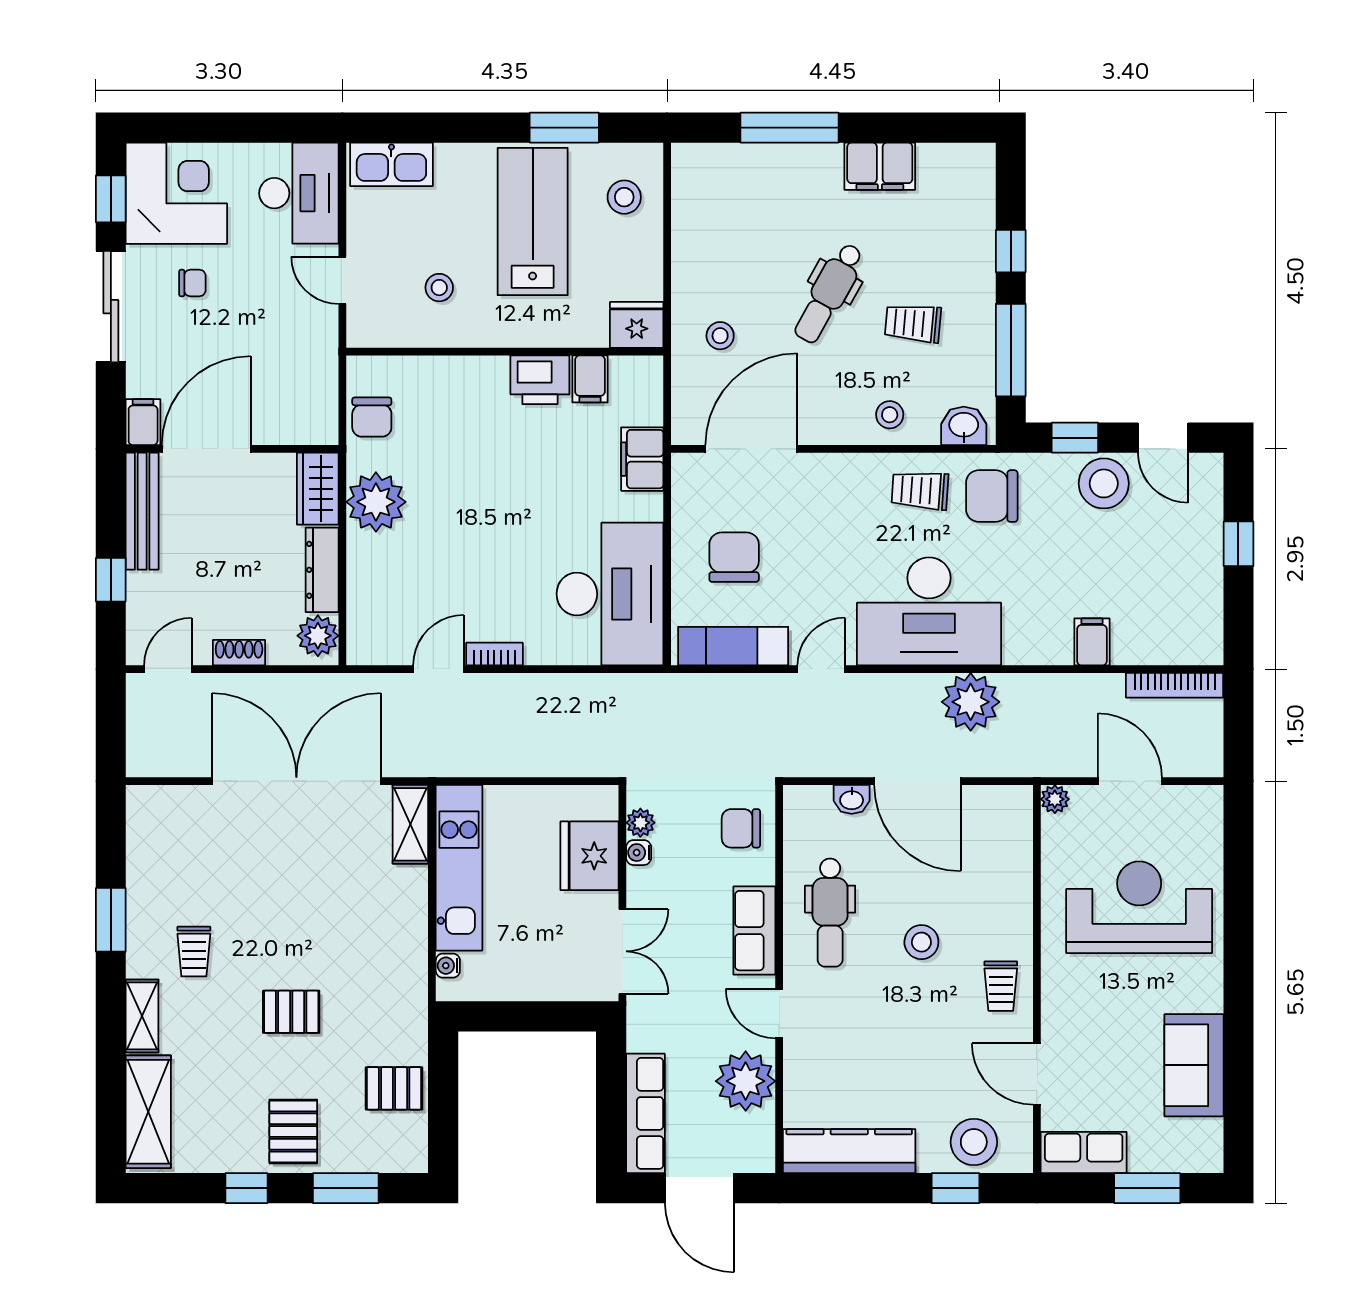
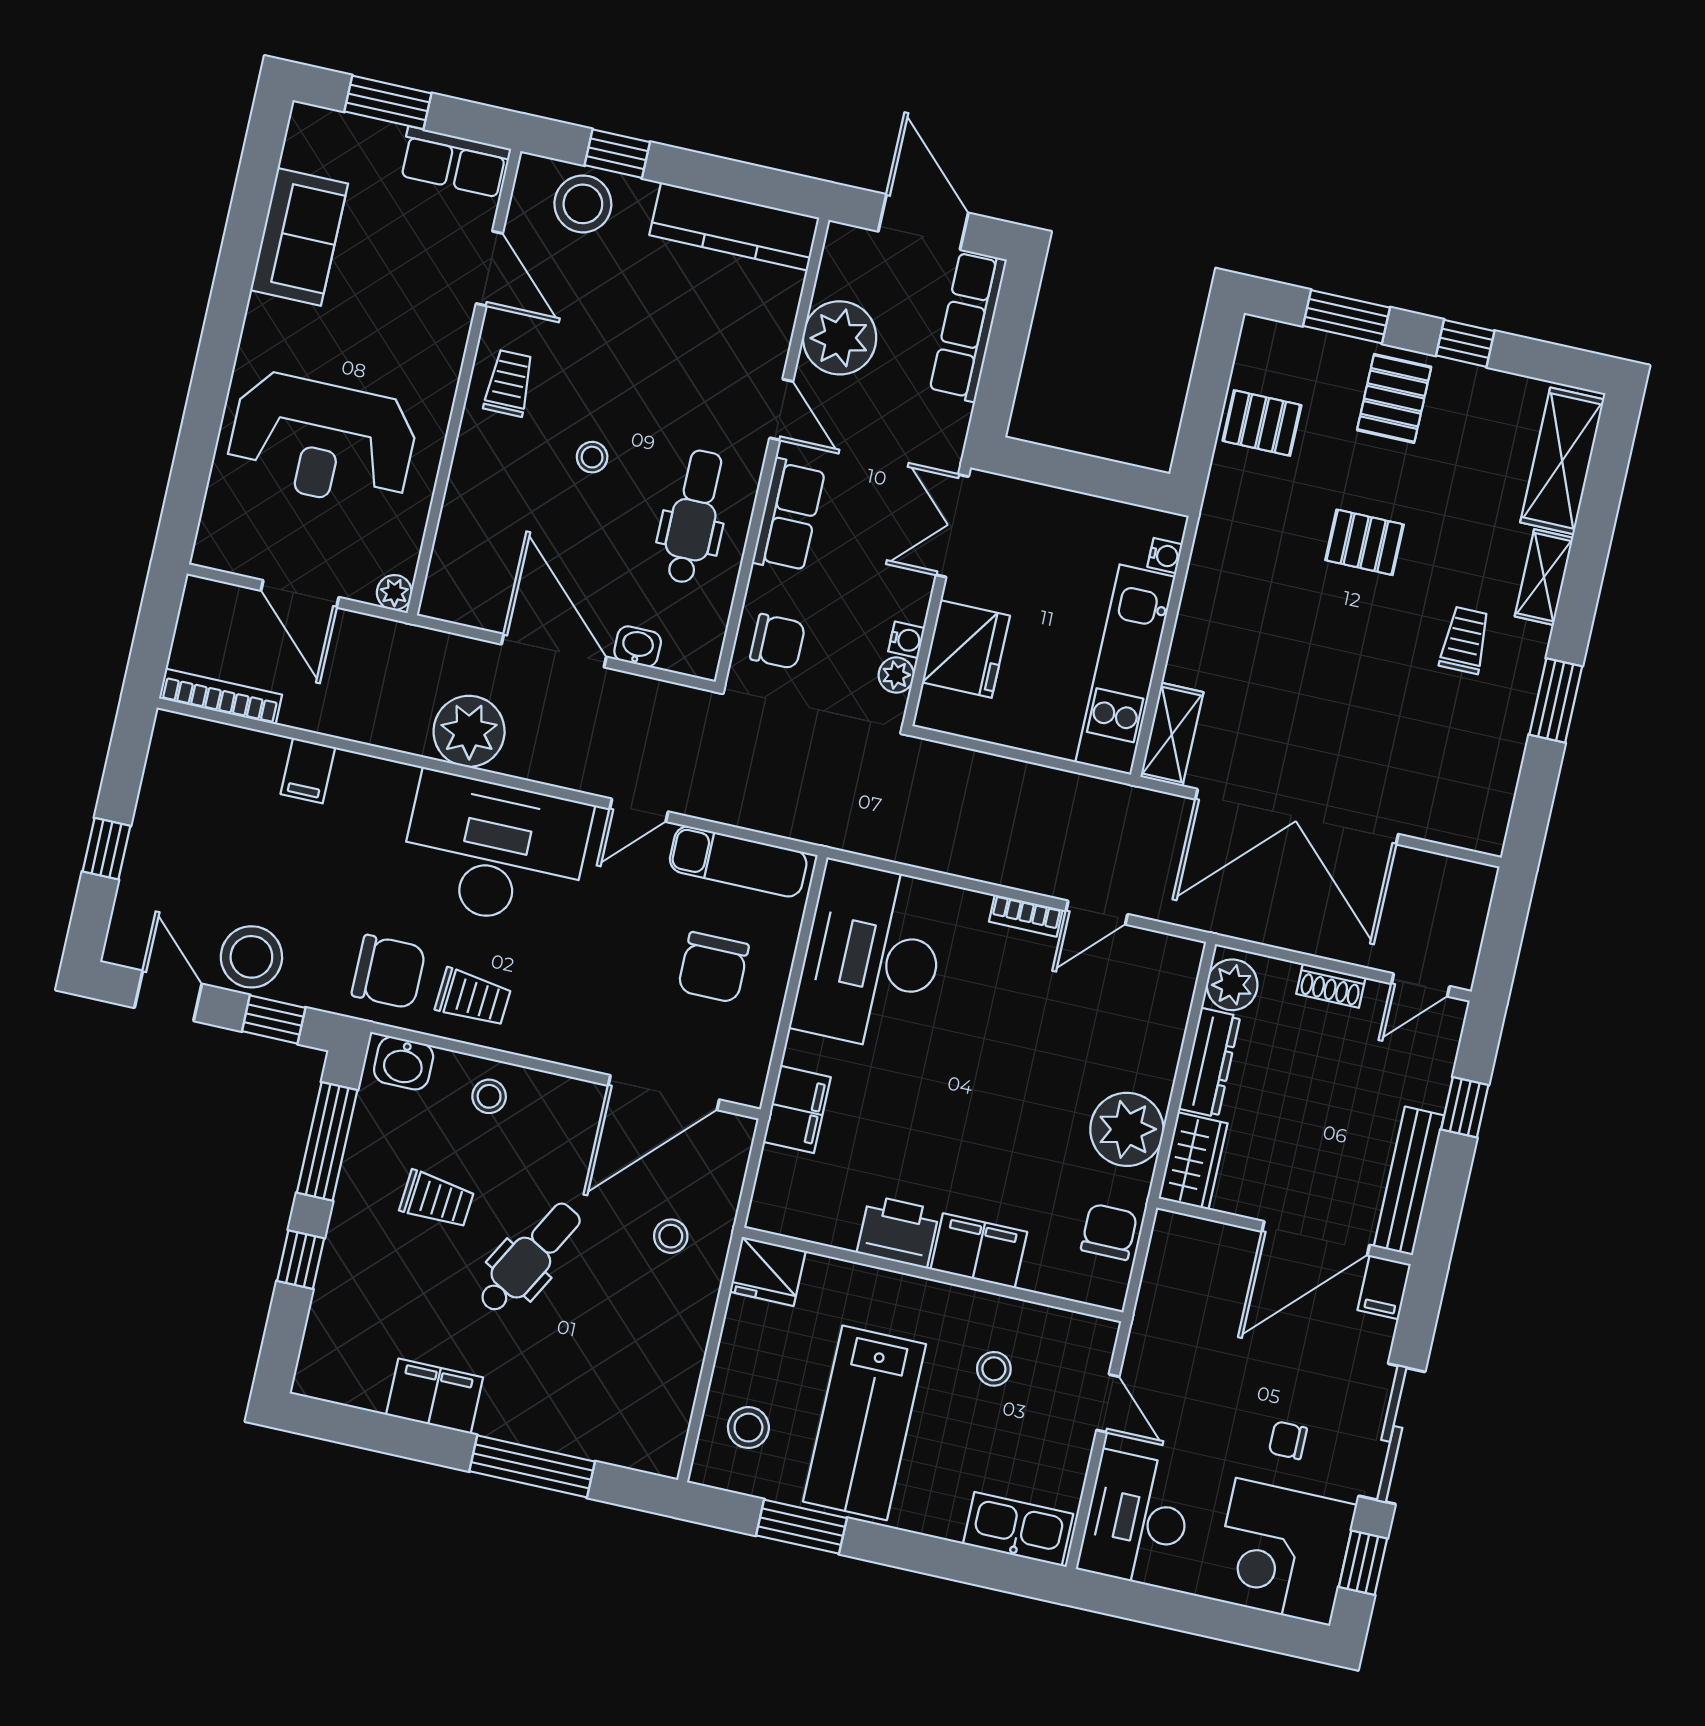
filing cabinet: (590, 379) -> (979, 1251), moved, width x2.00
stool: (921, 942) -> (592, 457), width x0.73, depth x0.73

